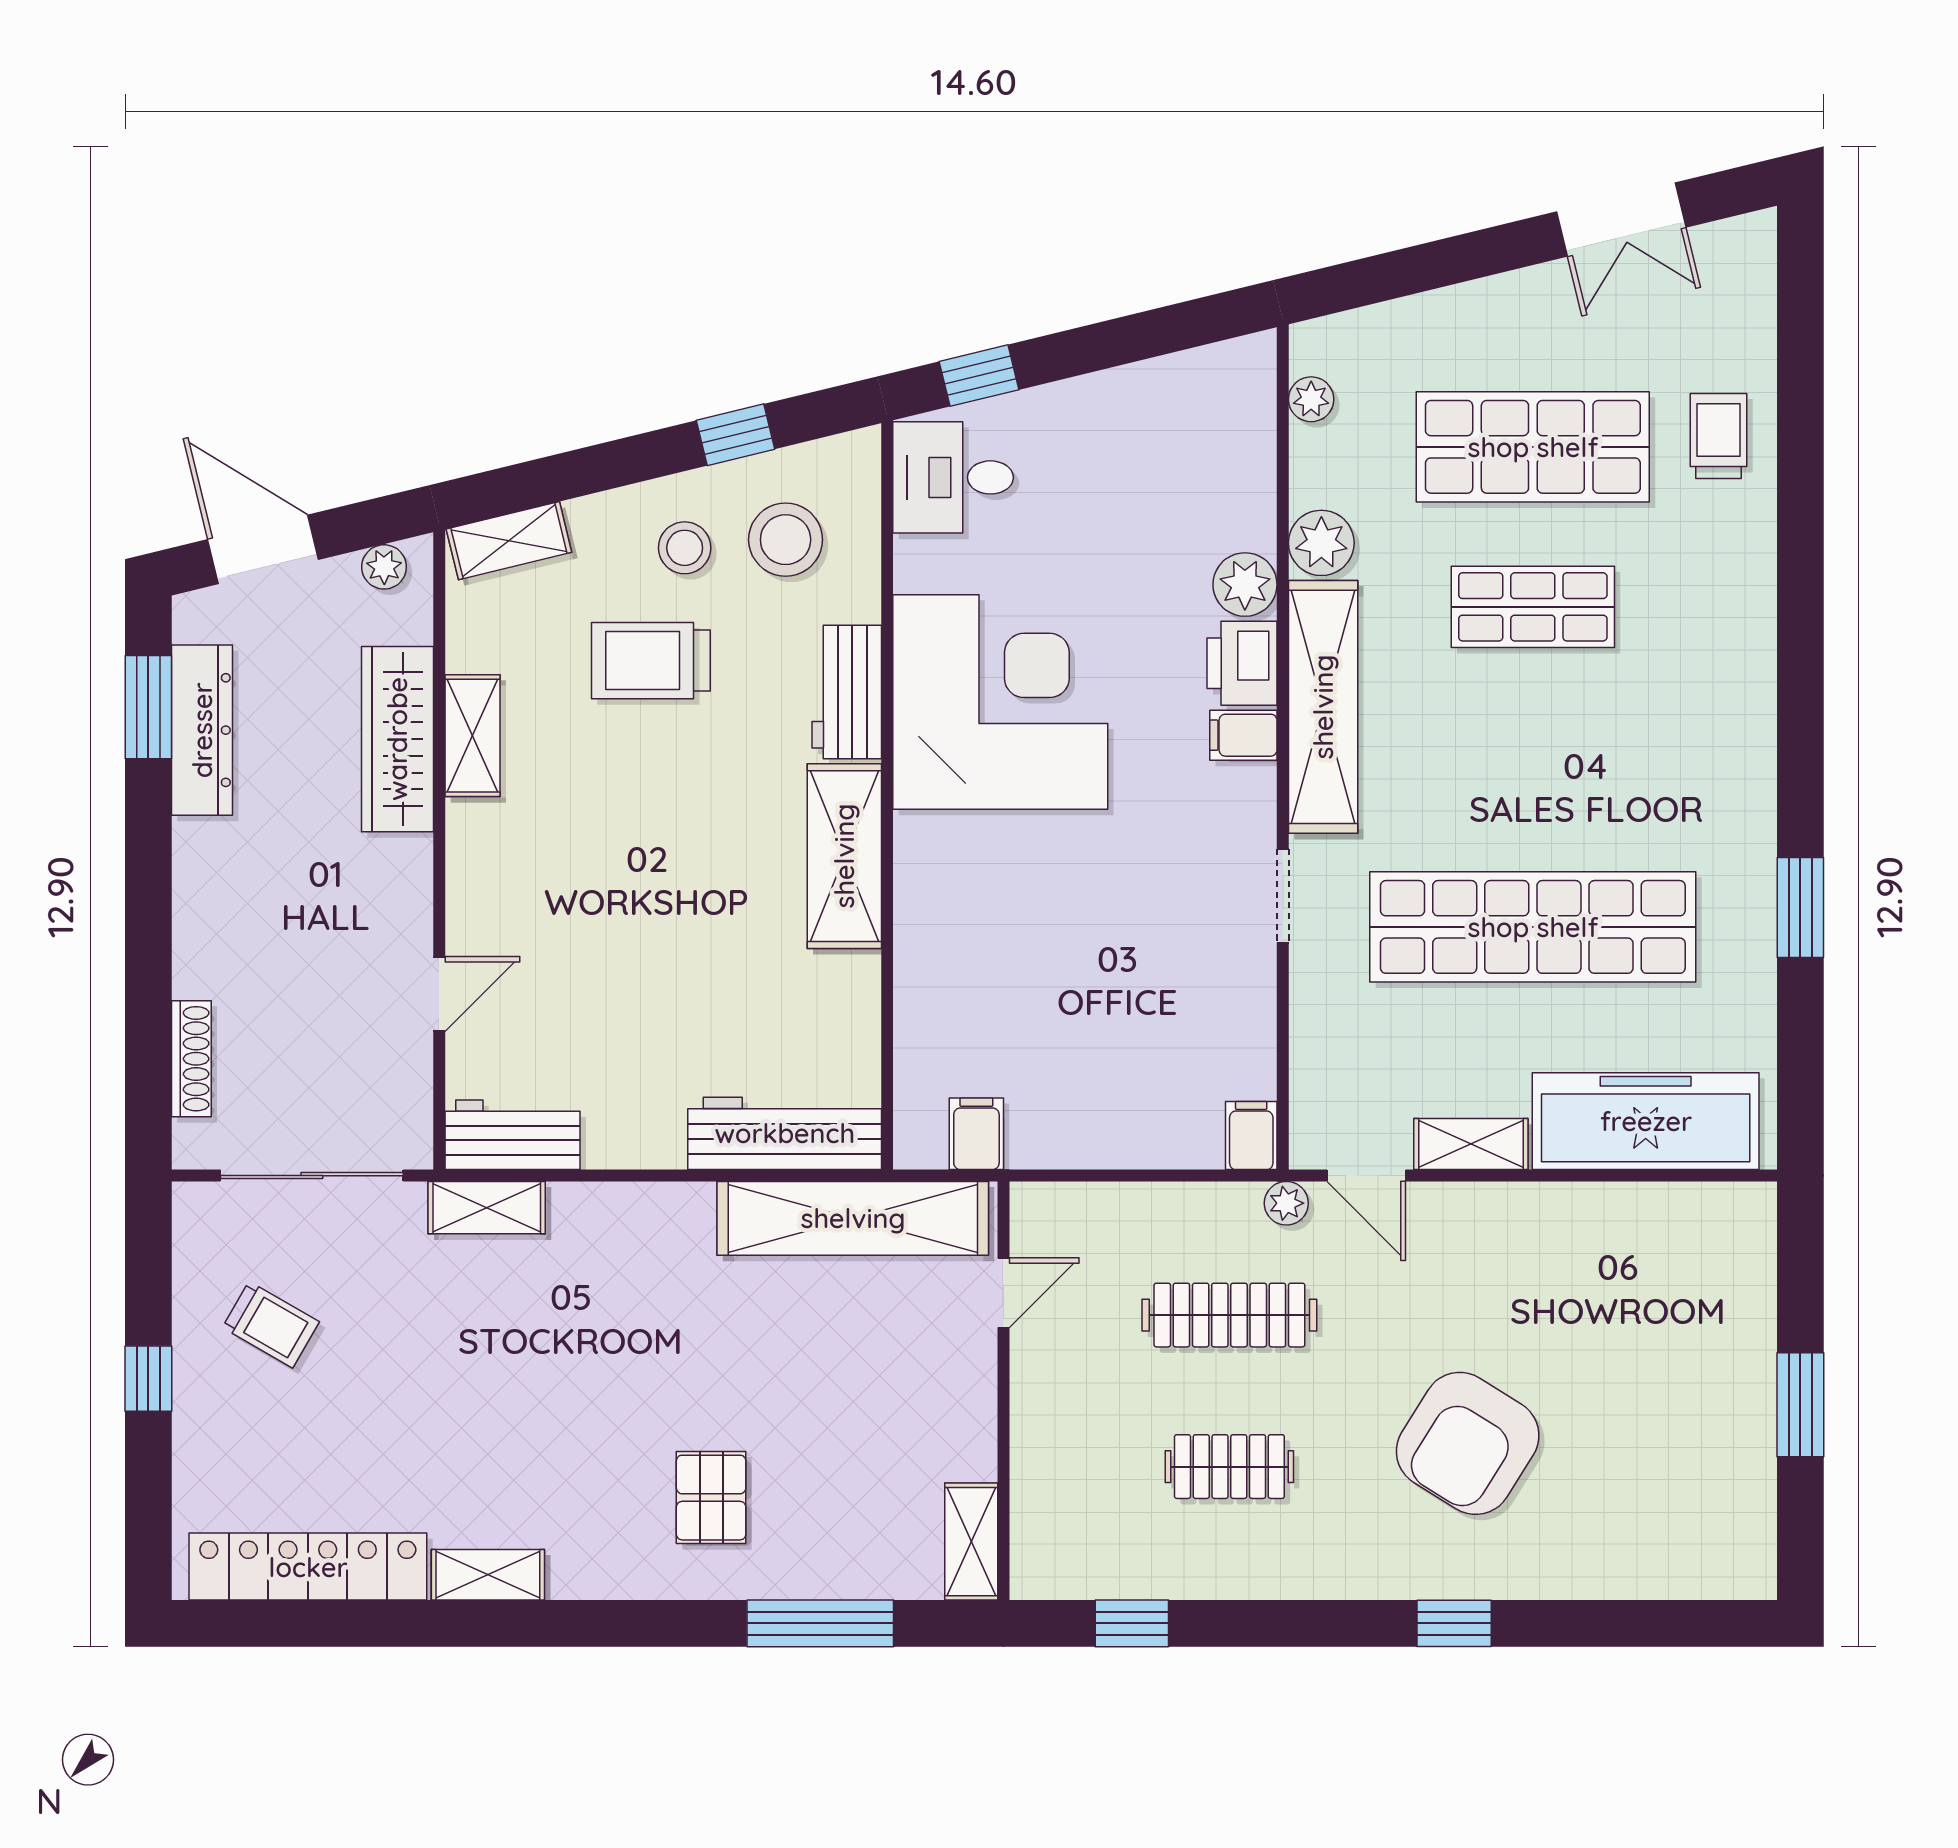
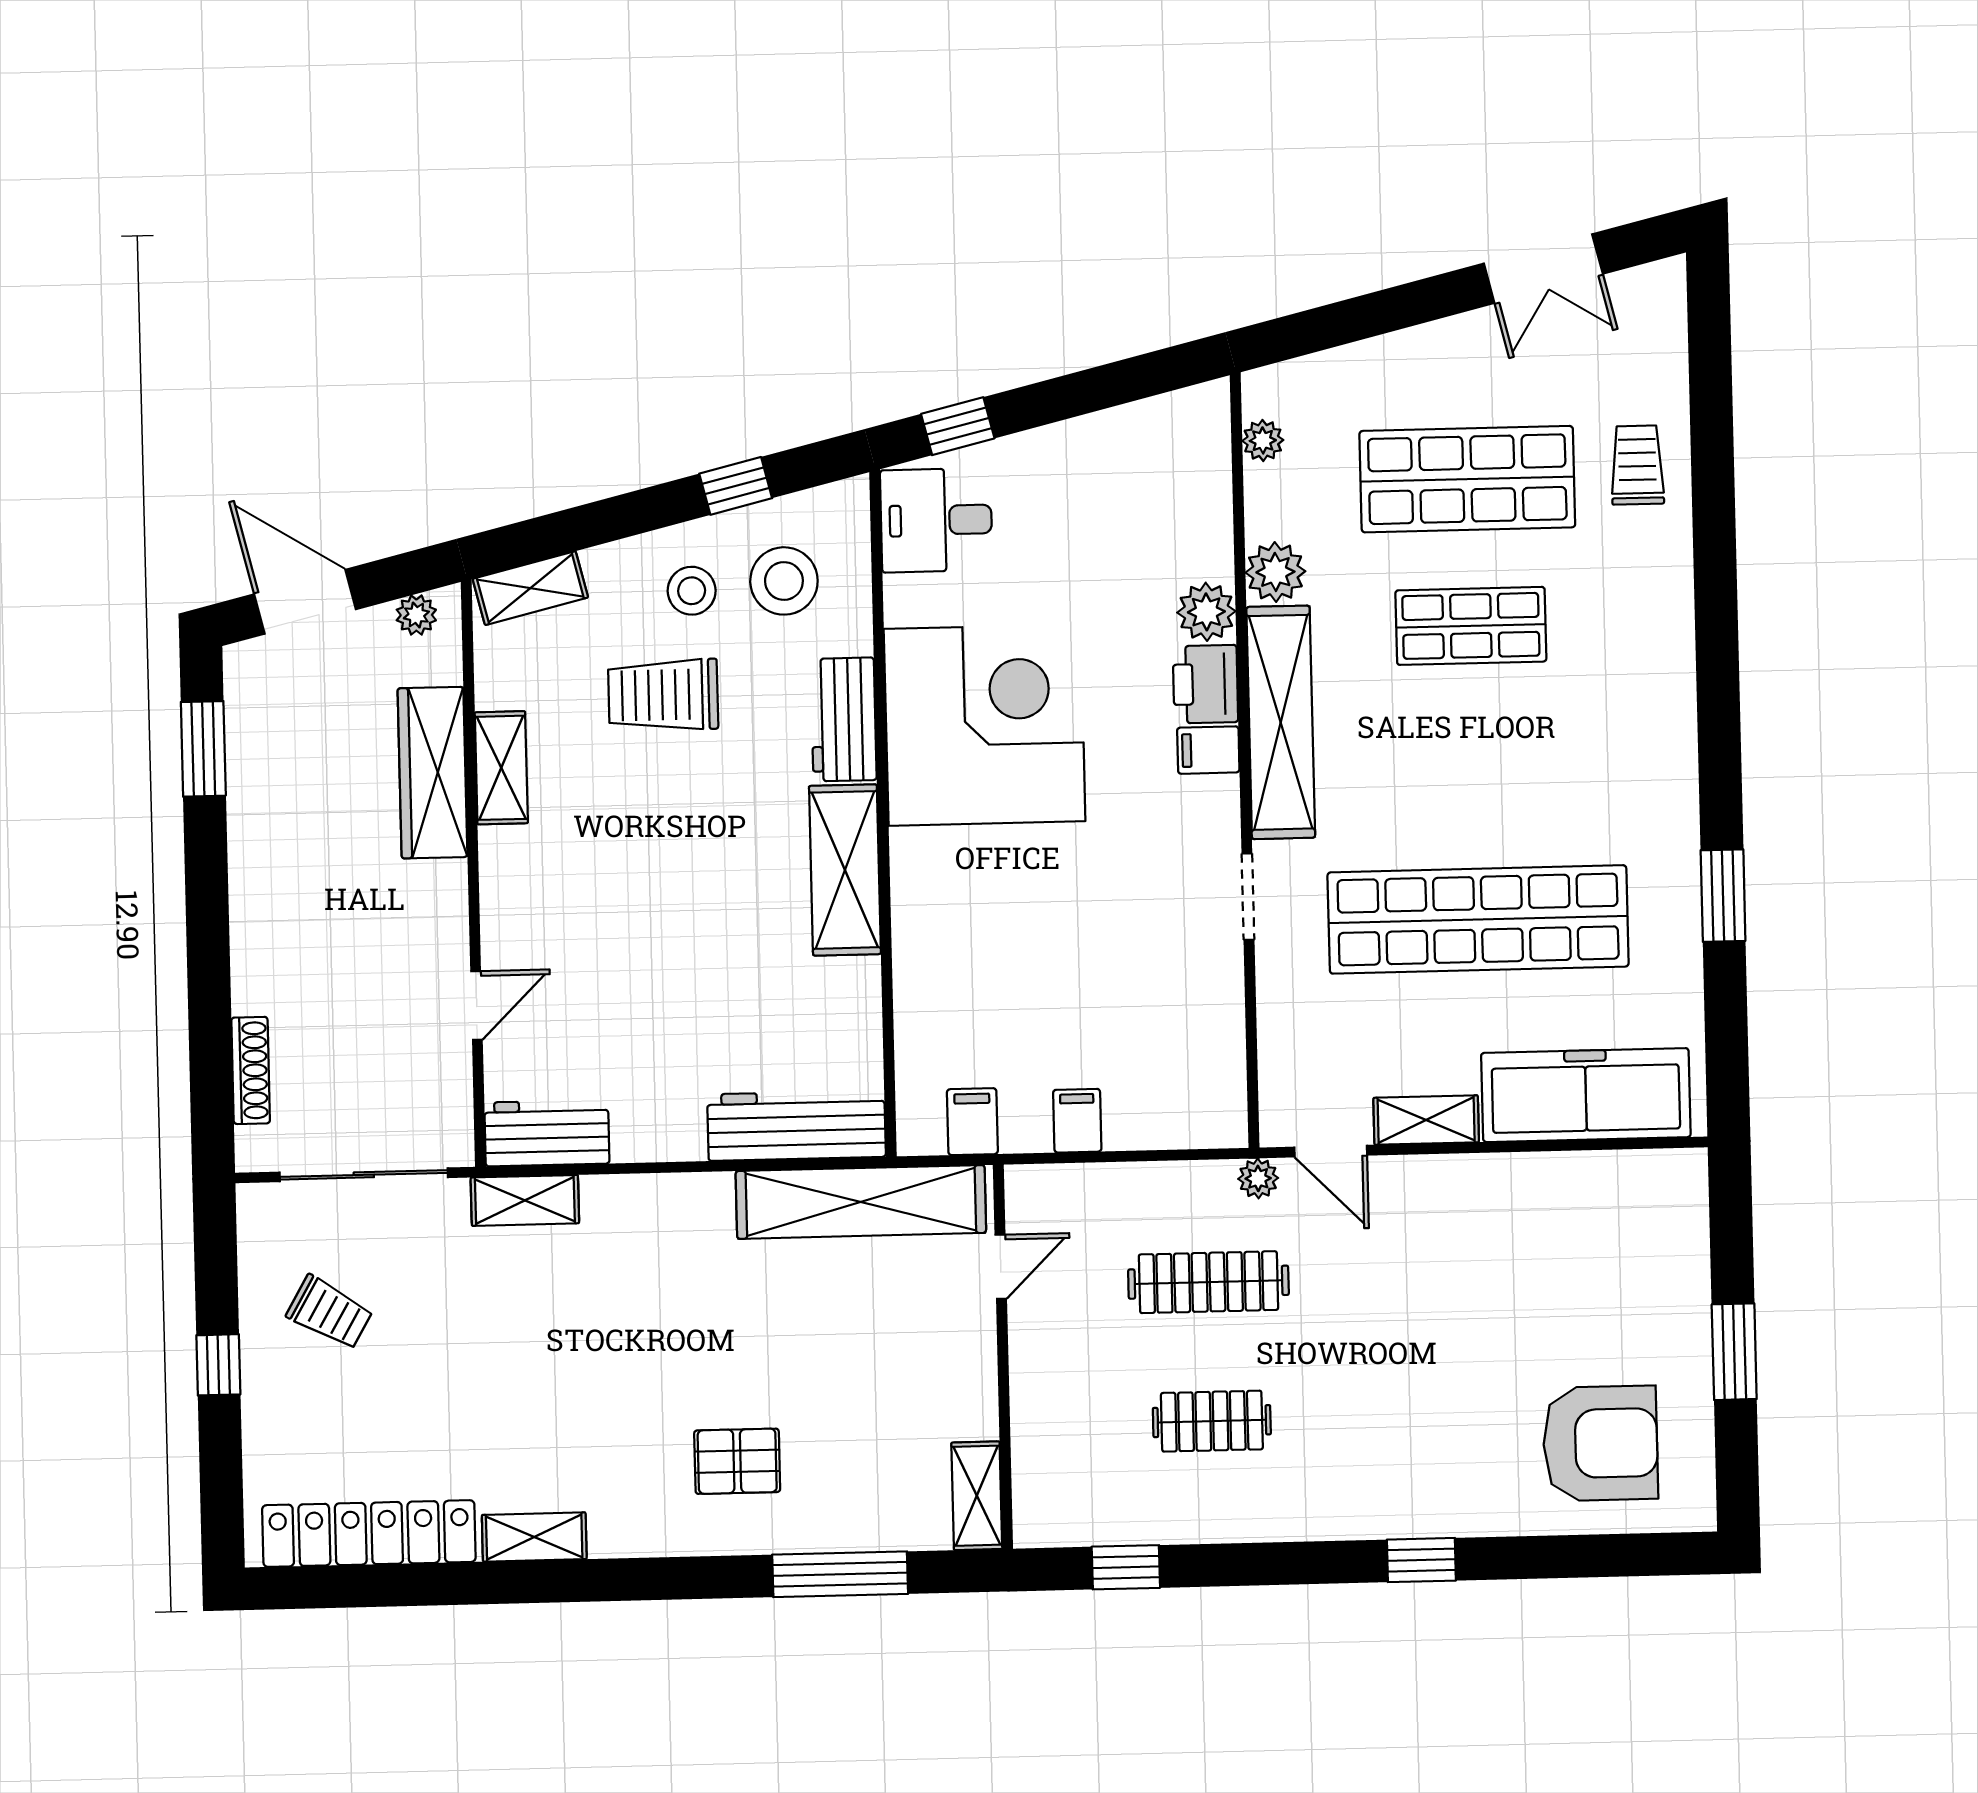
dresser: (202, 730) -> (253, 769), removed
filing cabinet: (1251, 1136) -> (1077, 1121), moved
armchair: (1468, 1443) -> (1600, 1443), moved, turned -122
pallet: (711, 1498) -> (737, 1461), turned 90

